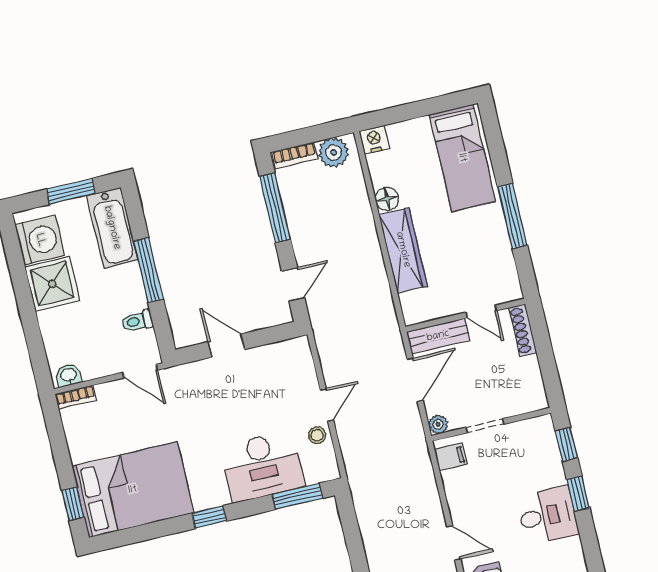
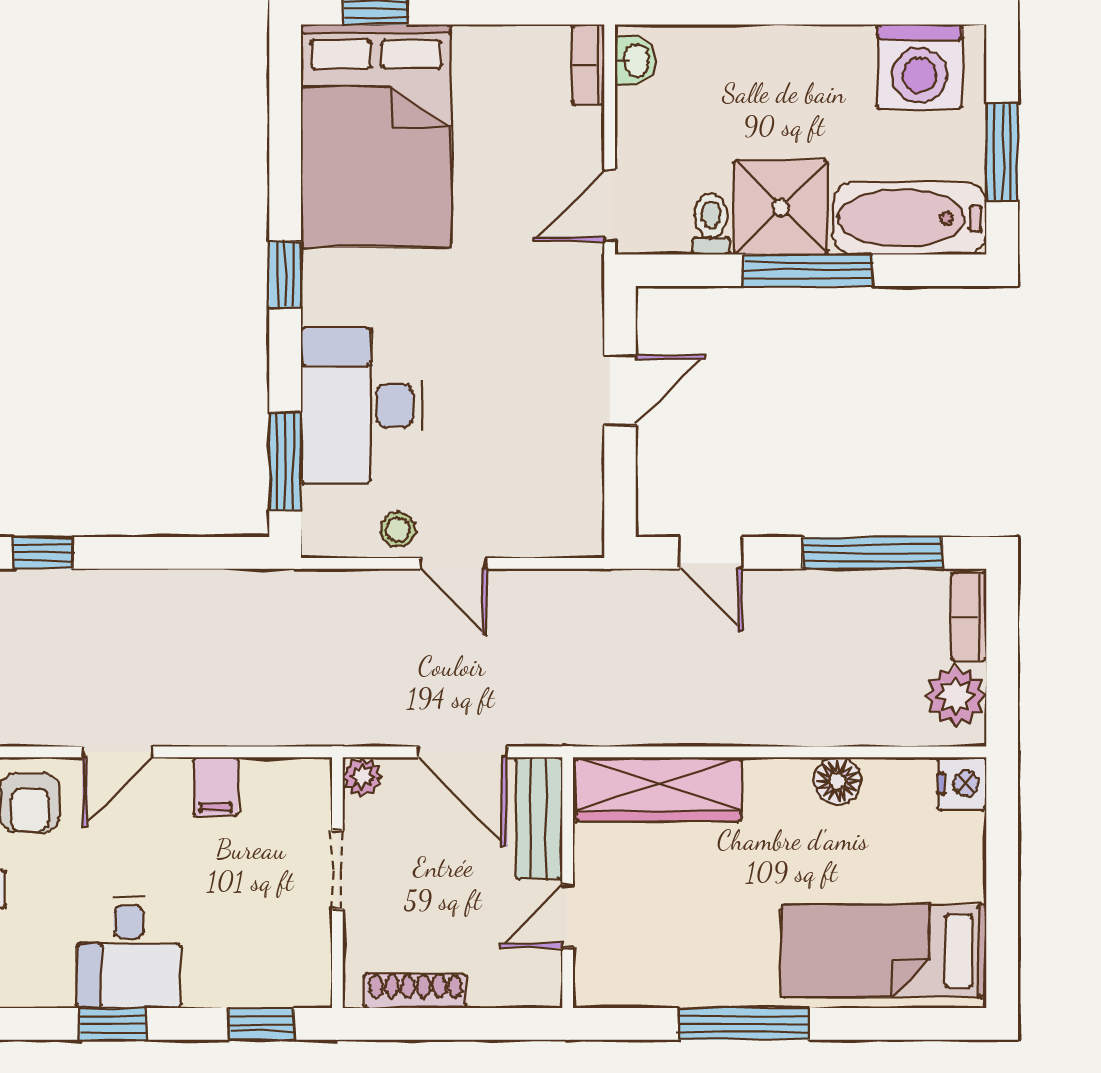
wardrobe: (403, 250) -> (659, 789), moved
shower: (52, 284) -> (781, 208), moved
shoe rack: (523, 330) -> (415, 991), moved
filing cabinet: (451, 457) -> (216, 787), moved
window: (578, 494) -> (113, 1024), moved

